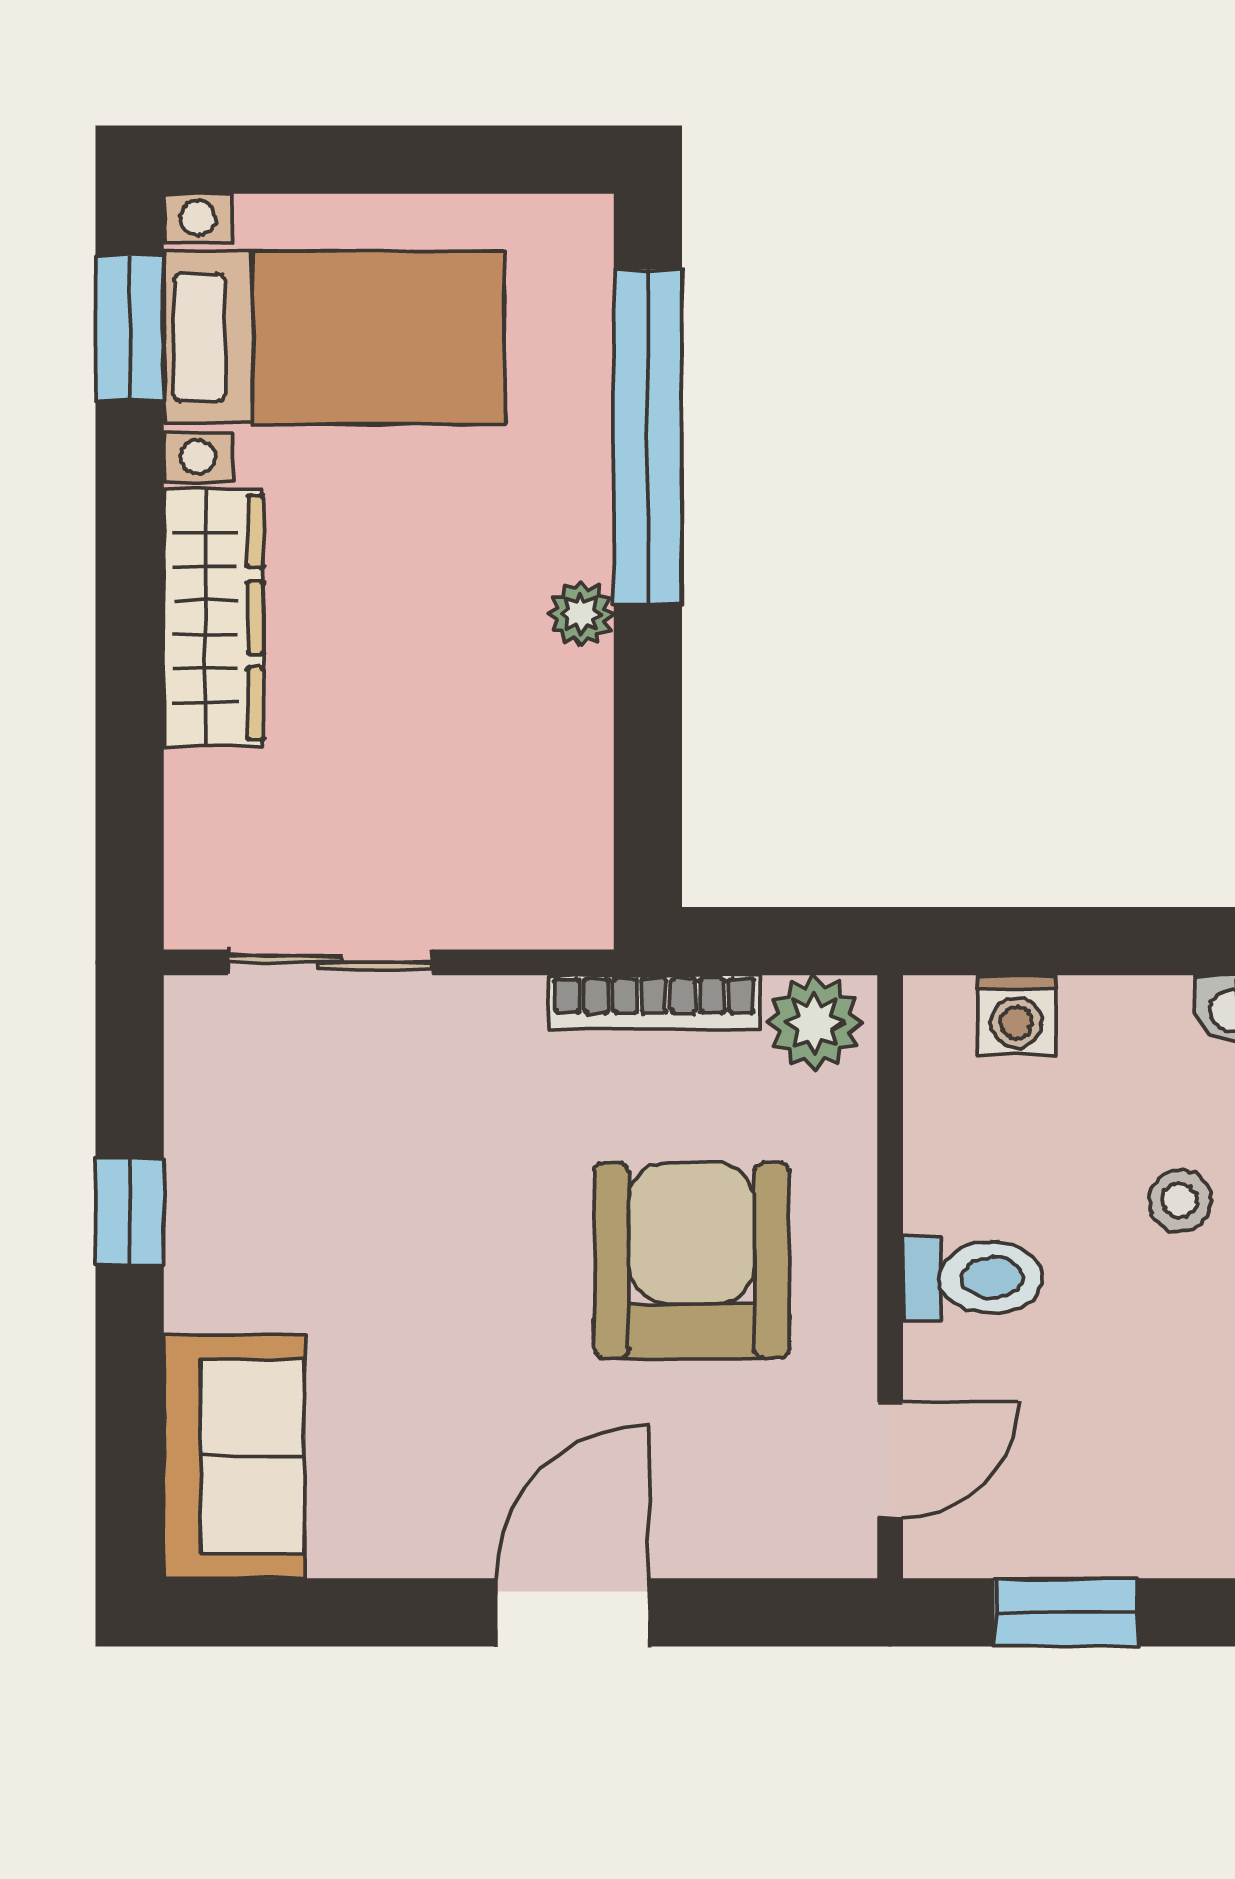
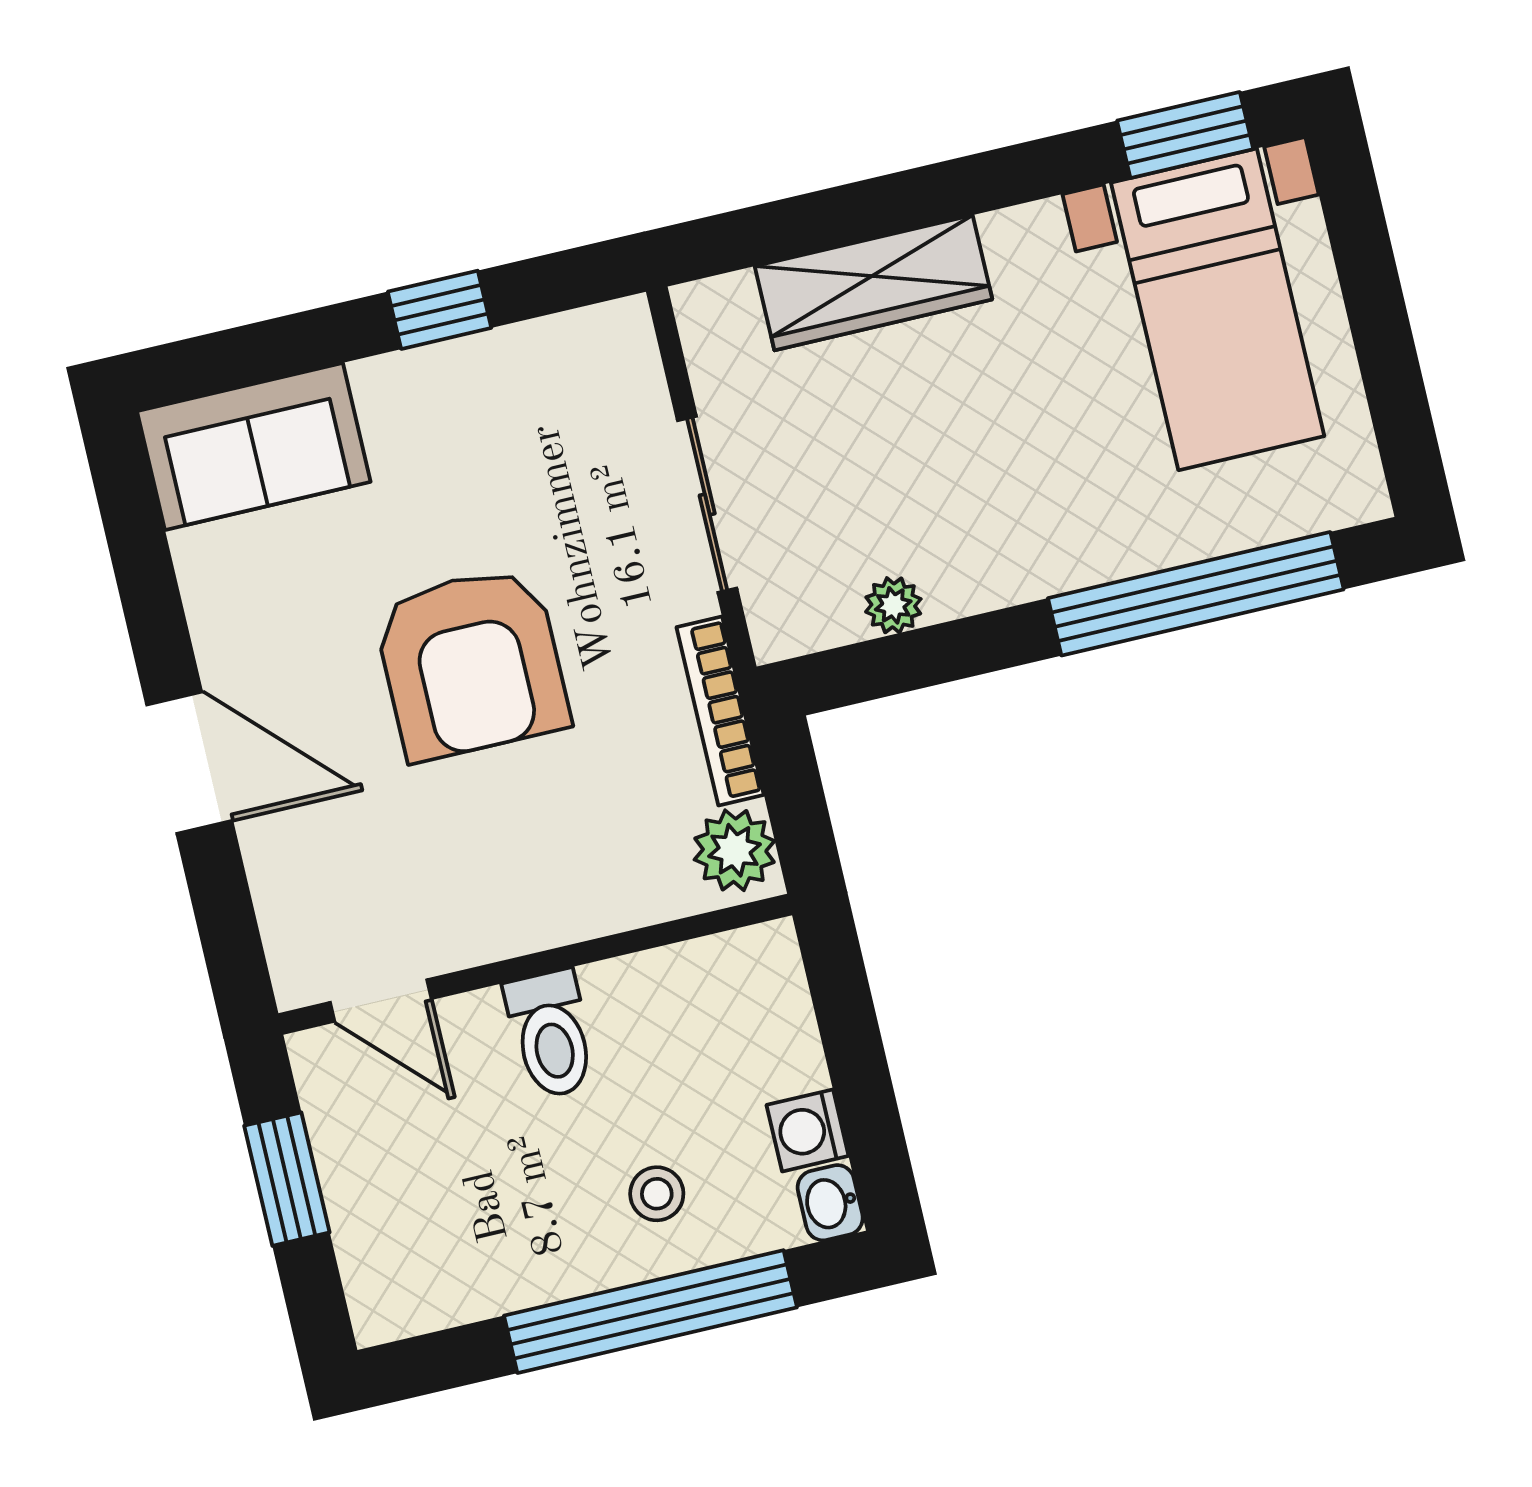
plant: (581, 614) -> (893, 605), moved
wardrobe: (214, 618) -> (874, 283), moved
sliding door: (330, 962) -> (707, 504), moved
washing machine: (1016, 1015) -> (808, 1130), moved
armchair: (692, 1260) -> (471, 663), moved, turned 90

